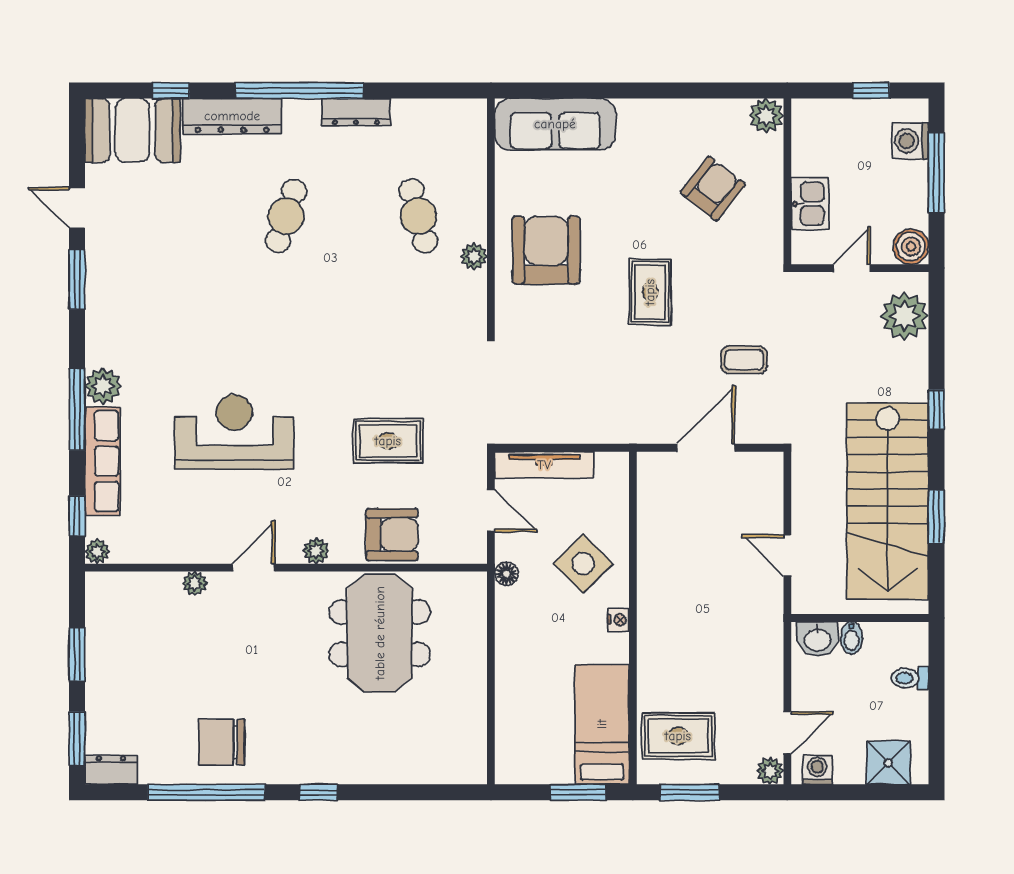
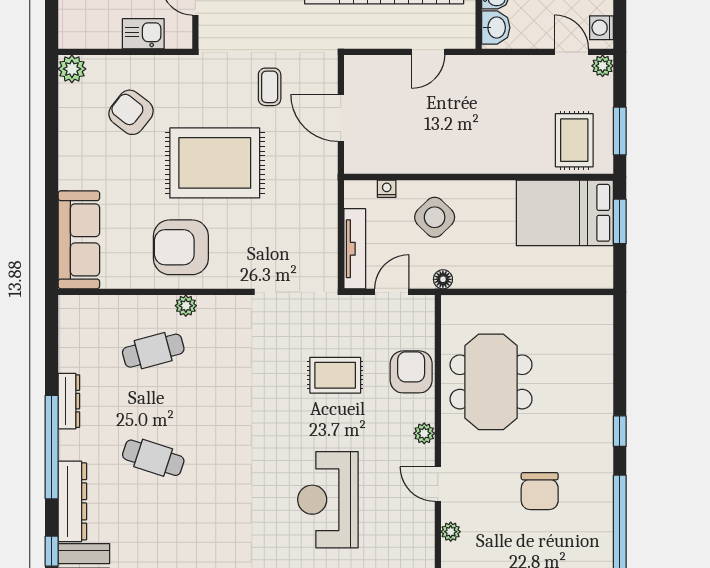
rug: (650, 292) -> (215, 163), width x1.86, depth x2.06
rug: (388, 441) -> (335, 375), turned 90
nightstand: (618, 620) -> (387, 189), moved
meeting table: (380, 633) -> (491, 382), turned 90
bed: (602, 724) -> (565, 213), width x1.50
chair: (222, 742) -> (540, 491), moved

